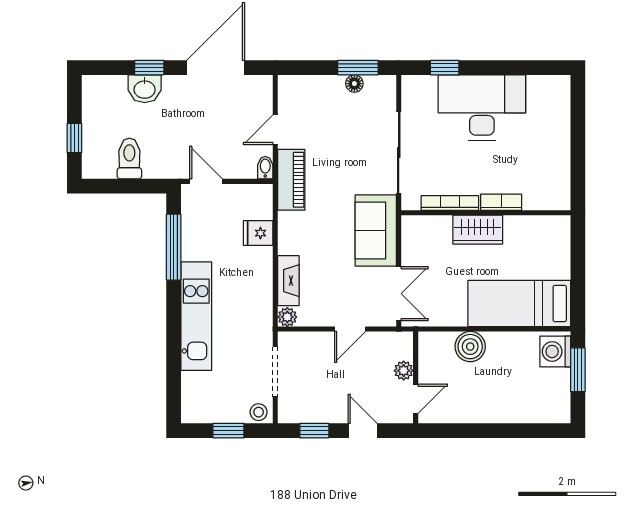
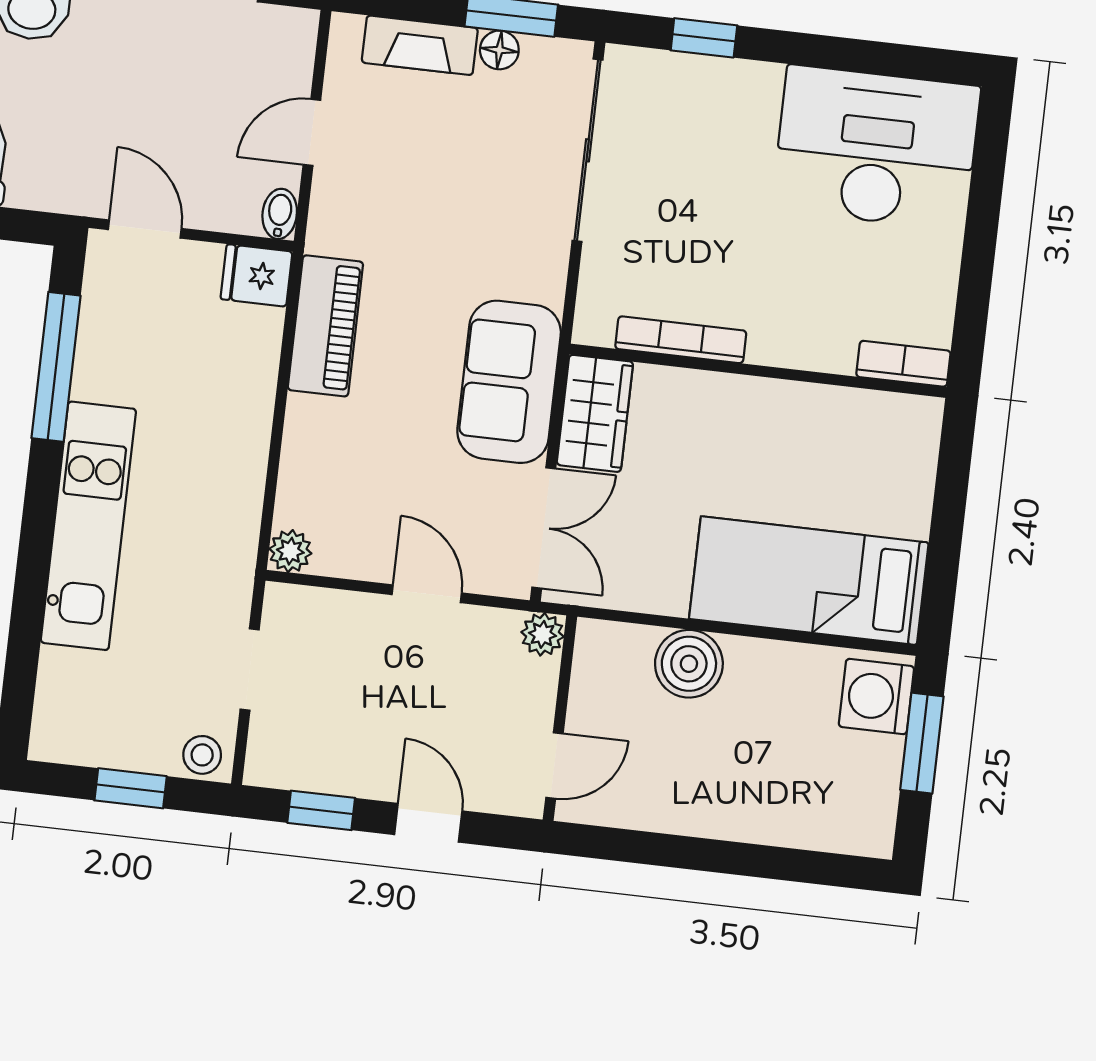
desk: (482, 108) -> (876, 148), moved
sliding door: (399, 153) -> (587, 150), moved
piano: (291, 180) -> (325, 326), moved
bookcase: (501, 202) -> (903, 364), moved
wardrobe: (478, 230) -> (595, 413), moved, turned -90
fridge: (258, 233) -> (256, 275), moved
fireplace: (288, 281) -> (420, 45), moved, turned 90
door: (350, 329) -> (427, 594), swing flipped
plant: (404, 371) -> (543, 634), moved
doorway: (275, 372) -> (250, 670), width x0.73

